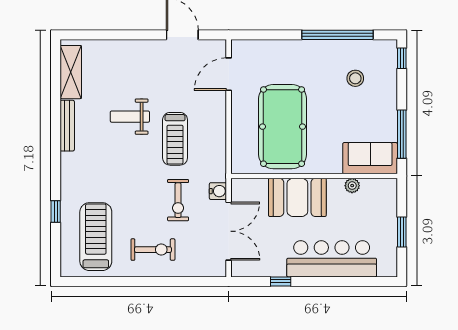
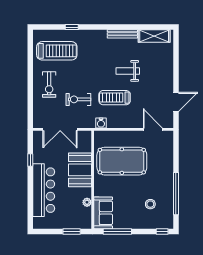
weight bench: (130, 117) -> (128, 71), turned -90
water cooler: (218, 191) -> (101, 123), moved
window: (402, 232) -> (72, 232), moved

